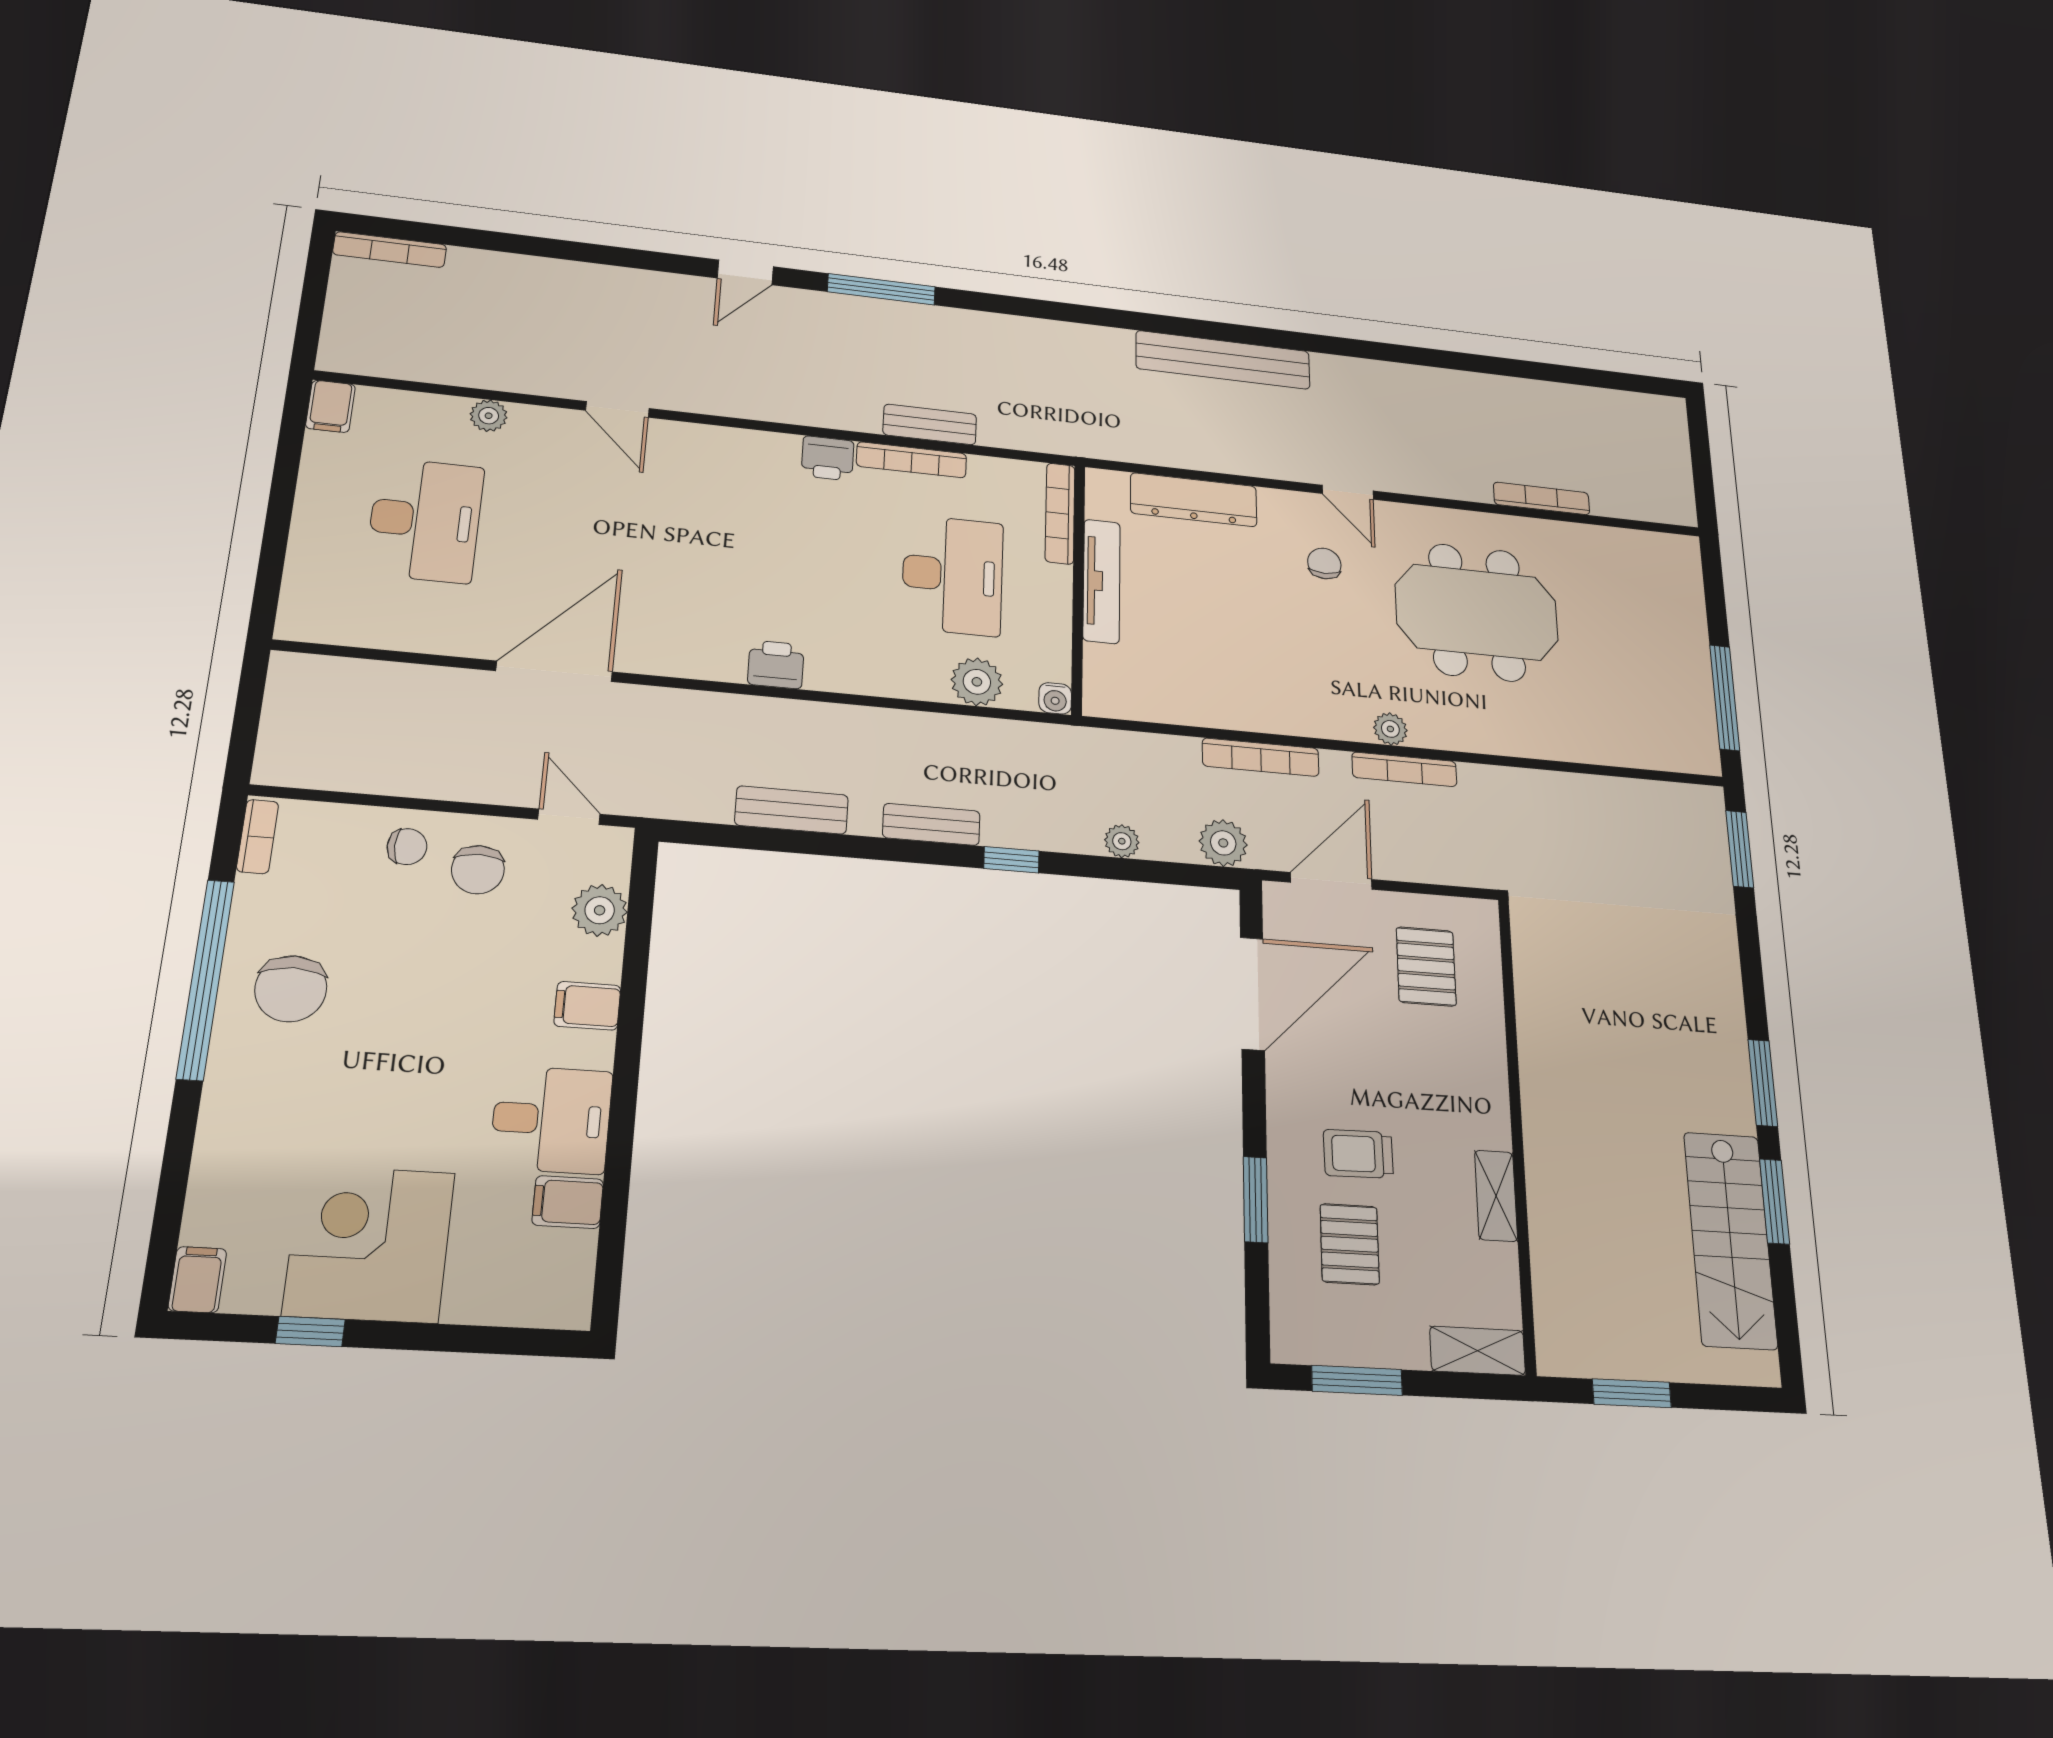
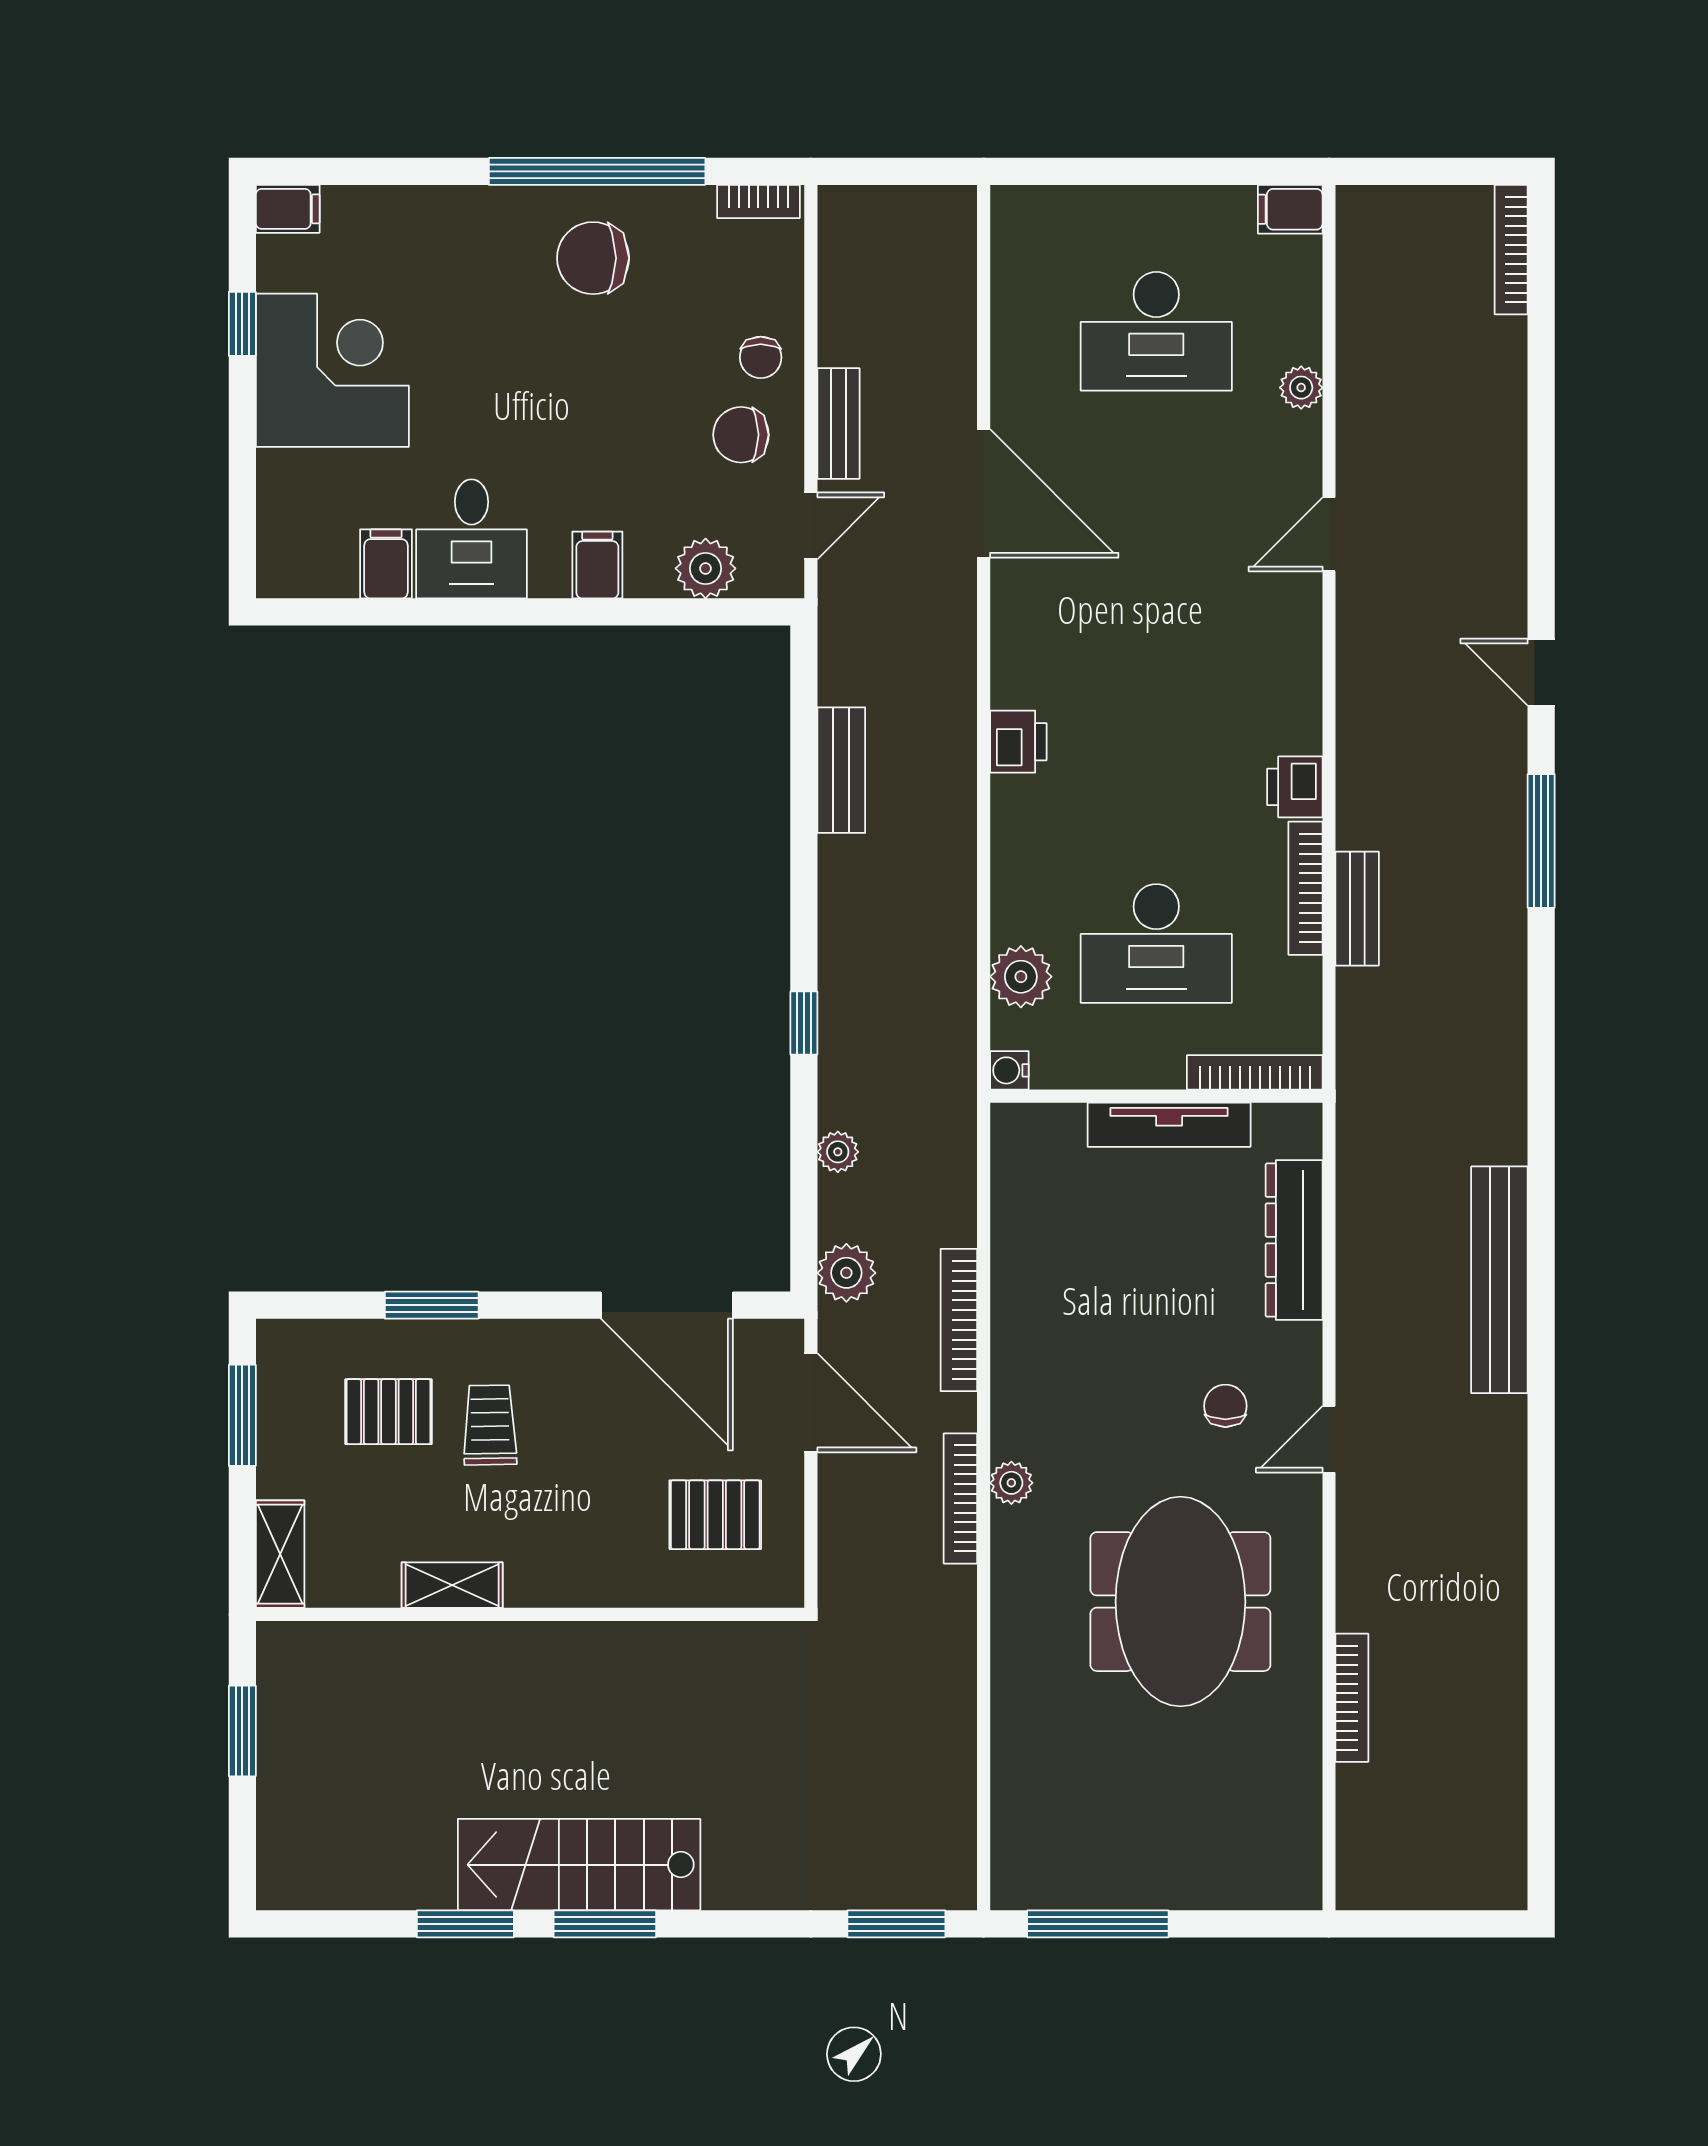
chair: (1324, 563) -> (1225, 1406), turned -90
bench: (931, 824) -> (838, 423), moved
stairs: (1730, 1240) -> (579, 1865), moved

